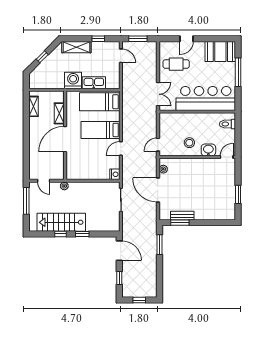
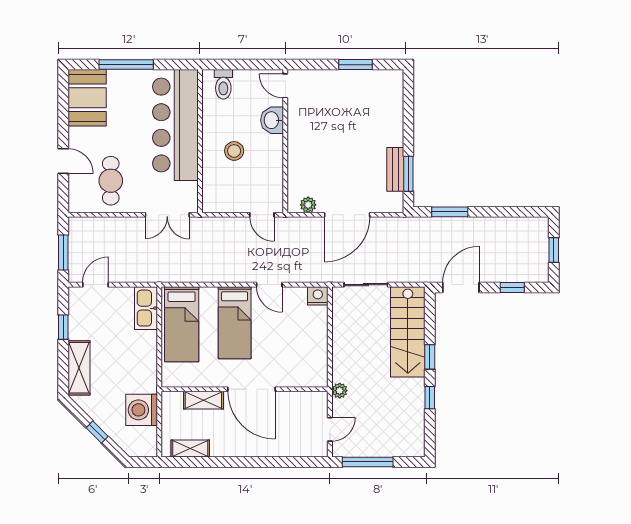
washing machine: (73, 80) -> (142, 410), moved
kitchen sink: (94, 83) -> (146, 308), moved
double door: (158, 94) -> (167, 215), swing flipped
stool: (189, 143) -> (234, 151), moved
stairs: (61, 222) -> (408, 332), moved

